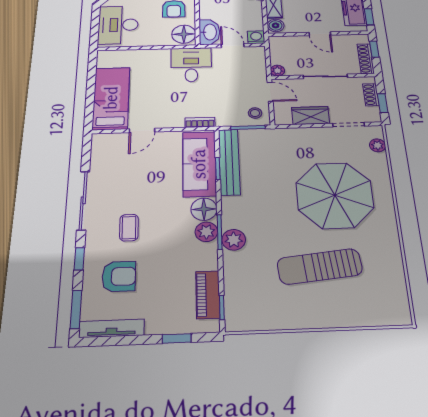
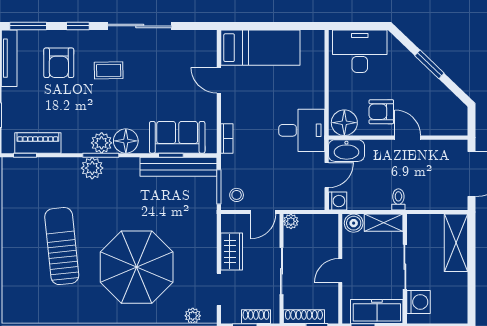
sofa: (199, 164) -> (177, 137), width x0.73

